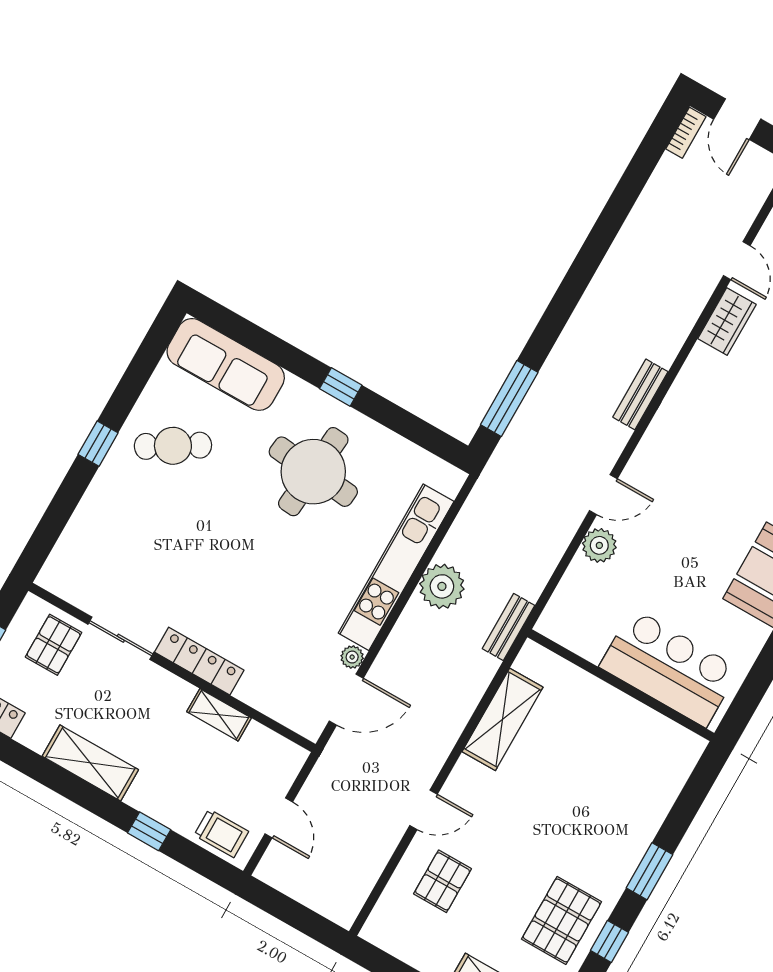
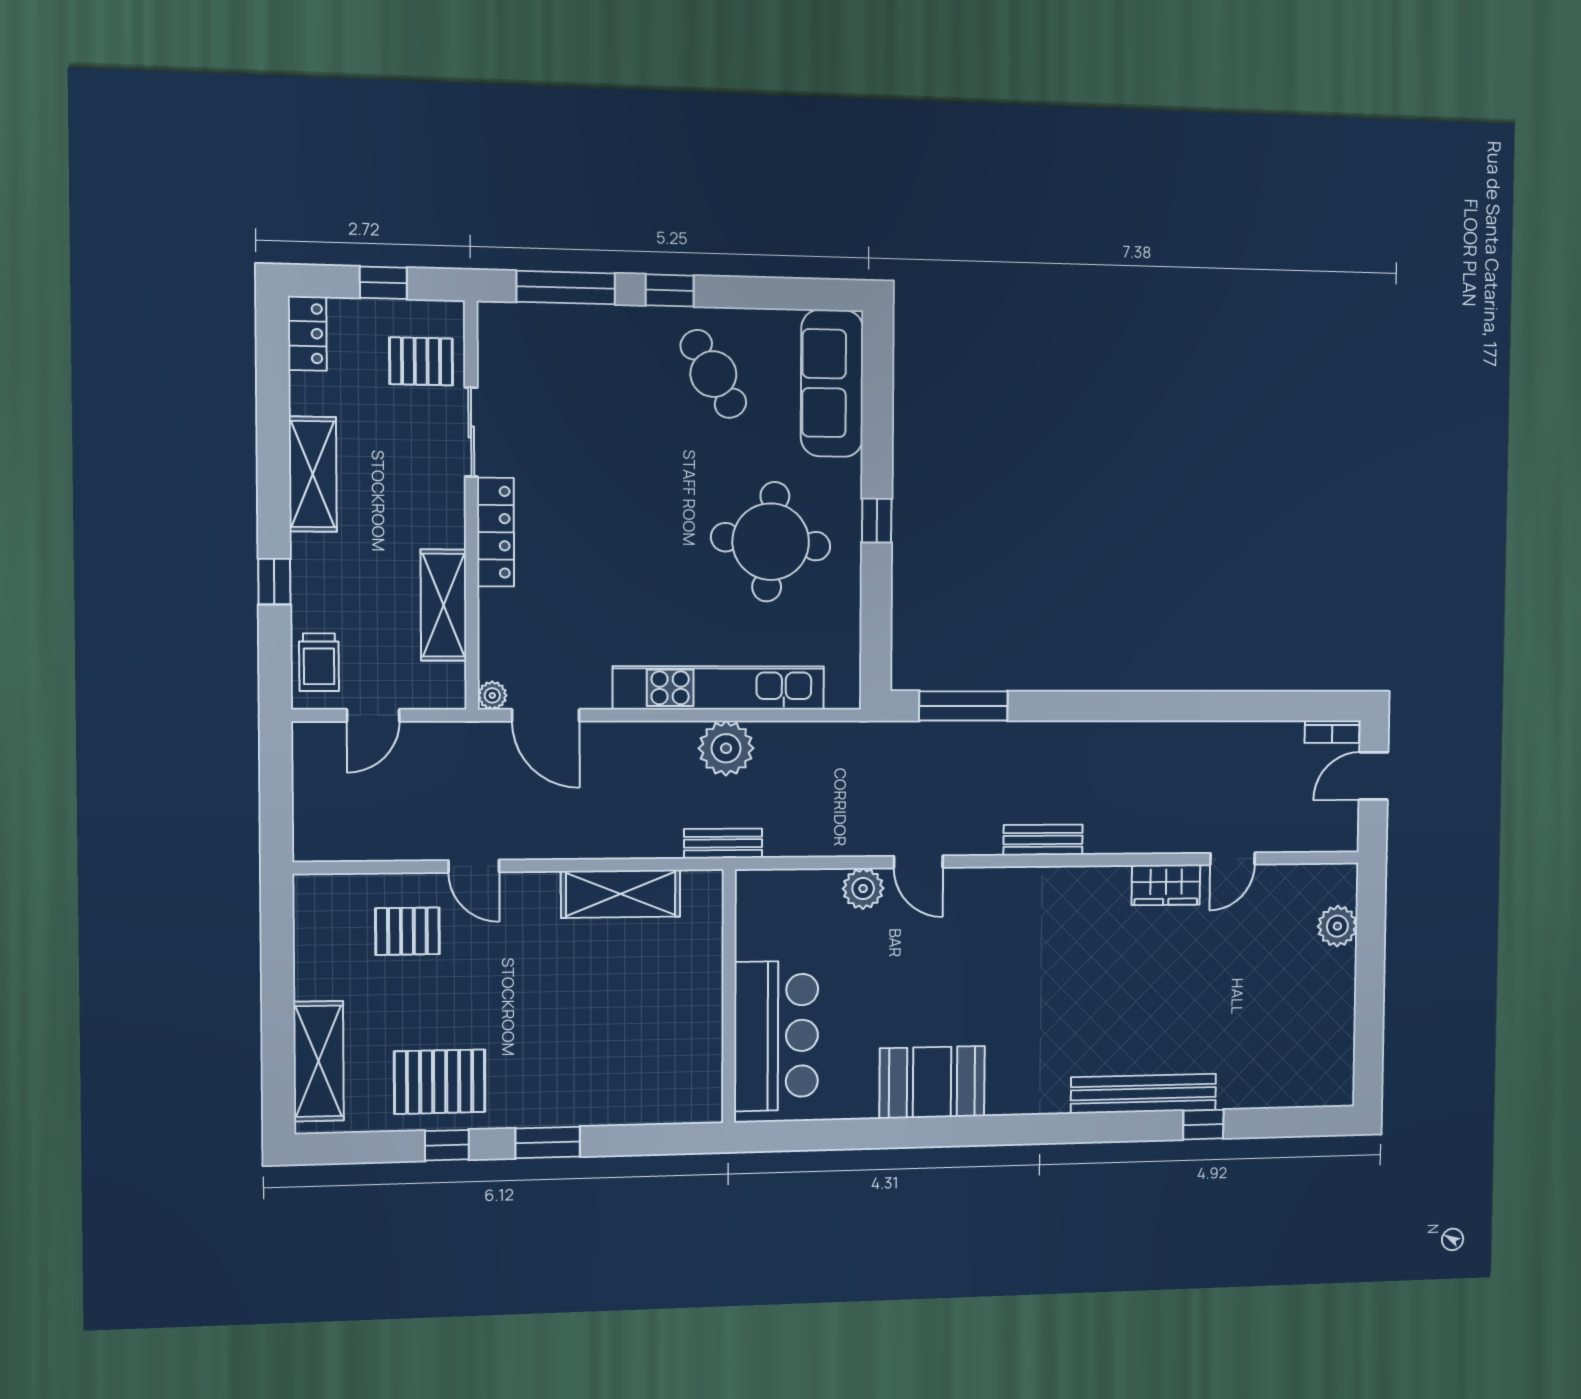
window: (57, 516) -> (566, 288), added
plant: (352, 657) -> (492, 695), moved
shelving: (219, 715) -> (443, 605), width x1.50, depth x1.33

